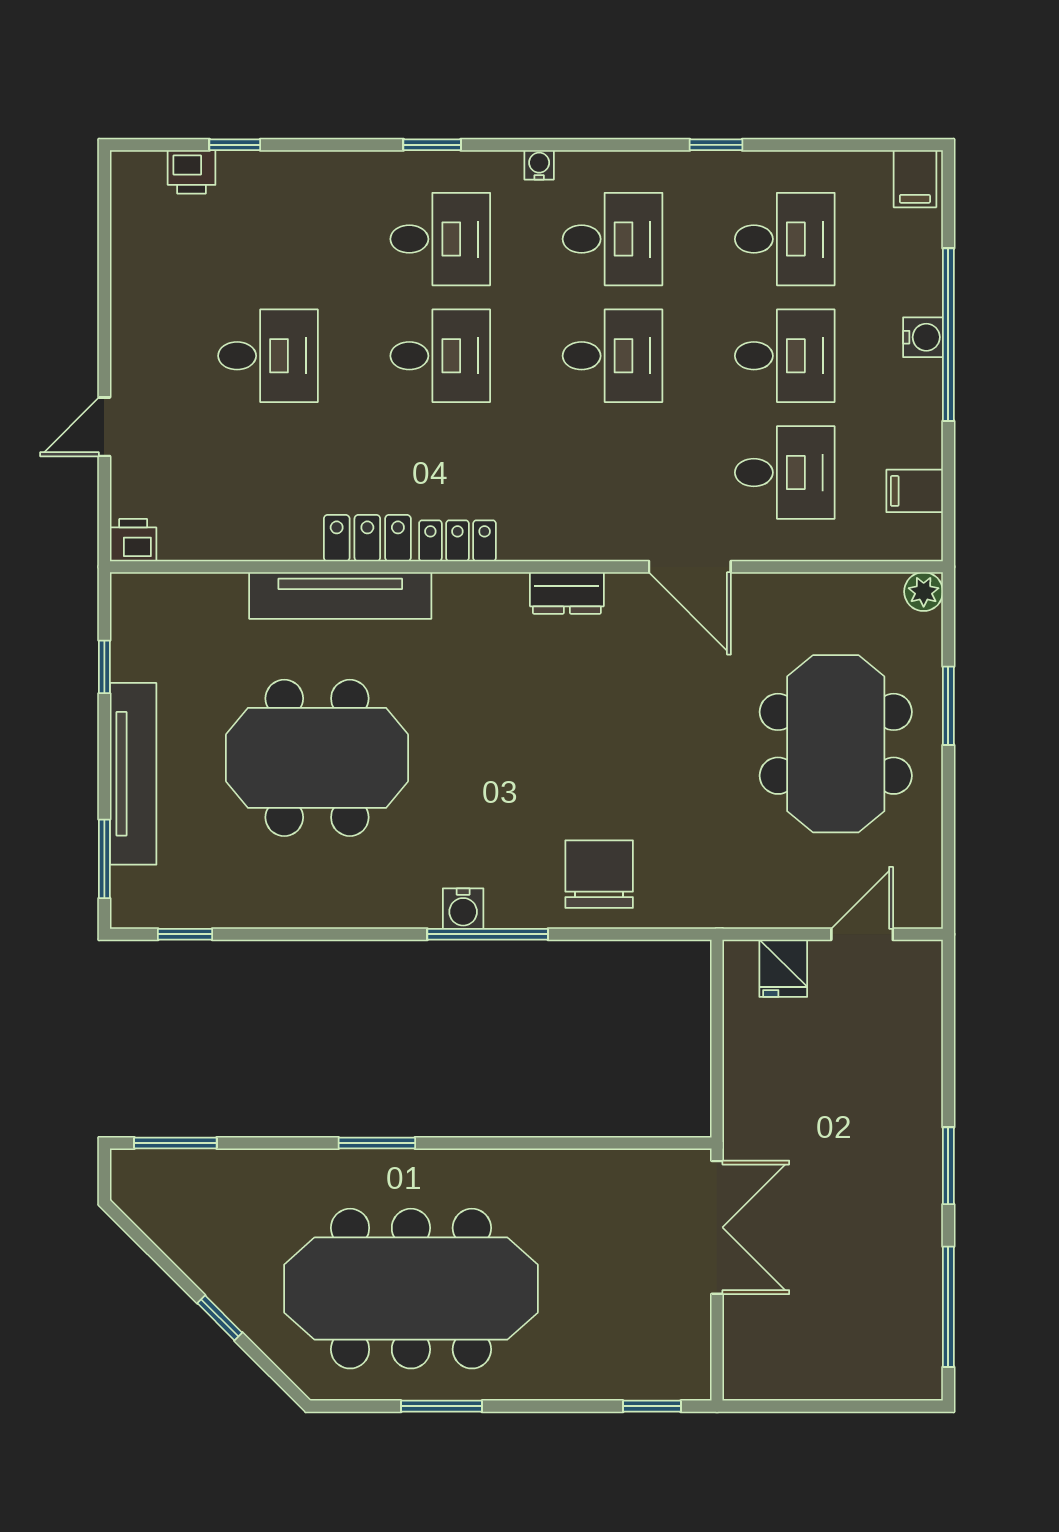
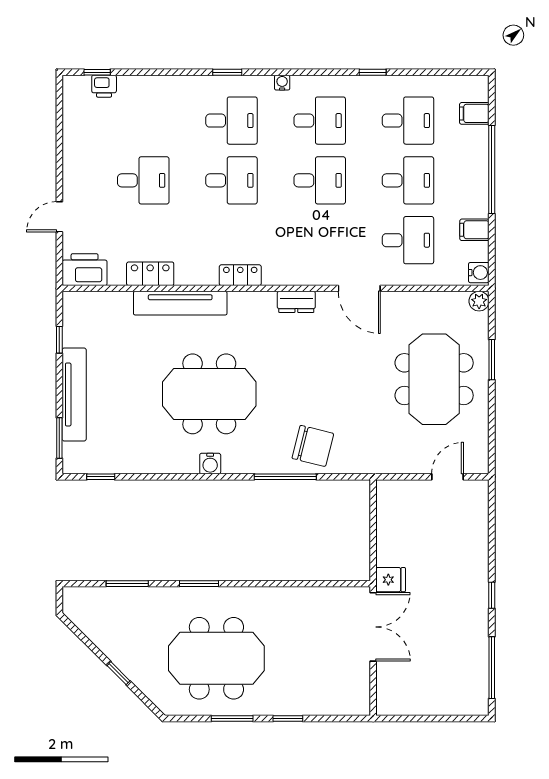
window: (235, 145) -> (97, 72), moved
filing cabinet: (915, 179) -> (474, 113), moved, turned 90
water cooler: (923, 337) -> (479, 273), moved
filing cabinet: (915, 491) -> (474, 230), moved
locker: (367, 538) -> (150, 274), moved
printer: (133, 540) -> (85, 270), width x1.87, depth x1.48
meeting table: (317, 758) -> (209, 394), moved
chair: (599, 874) -> (313, 446), turned 104
water cooler: (463, 909) -> (210, 464), moved
window: (488, 934) -> (285, 477), moved
fridge: (783, 968) -> (391, 580), moved, turned -90
window: (175, 1143) -> (127, 584), moved
window: (948, 1166) -> (492, 595), width x0.67
meeting table: (411, 1289) -> (216, 658), width x0.73
window: (652, 1406) -> (288, 718), moved

